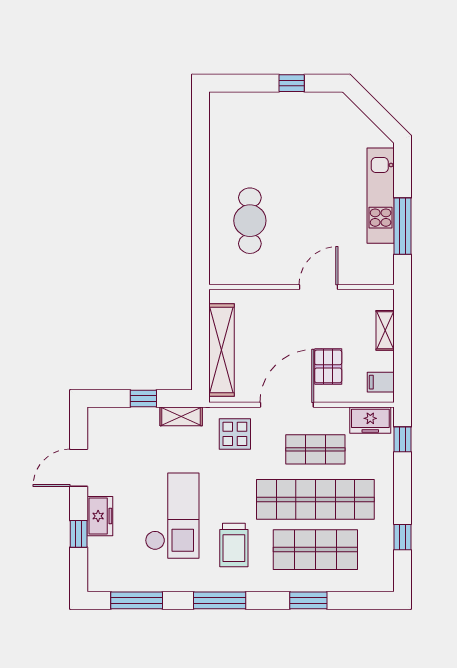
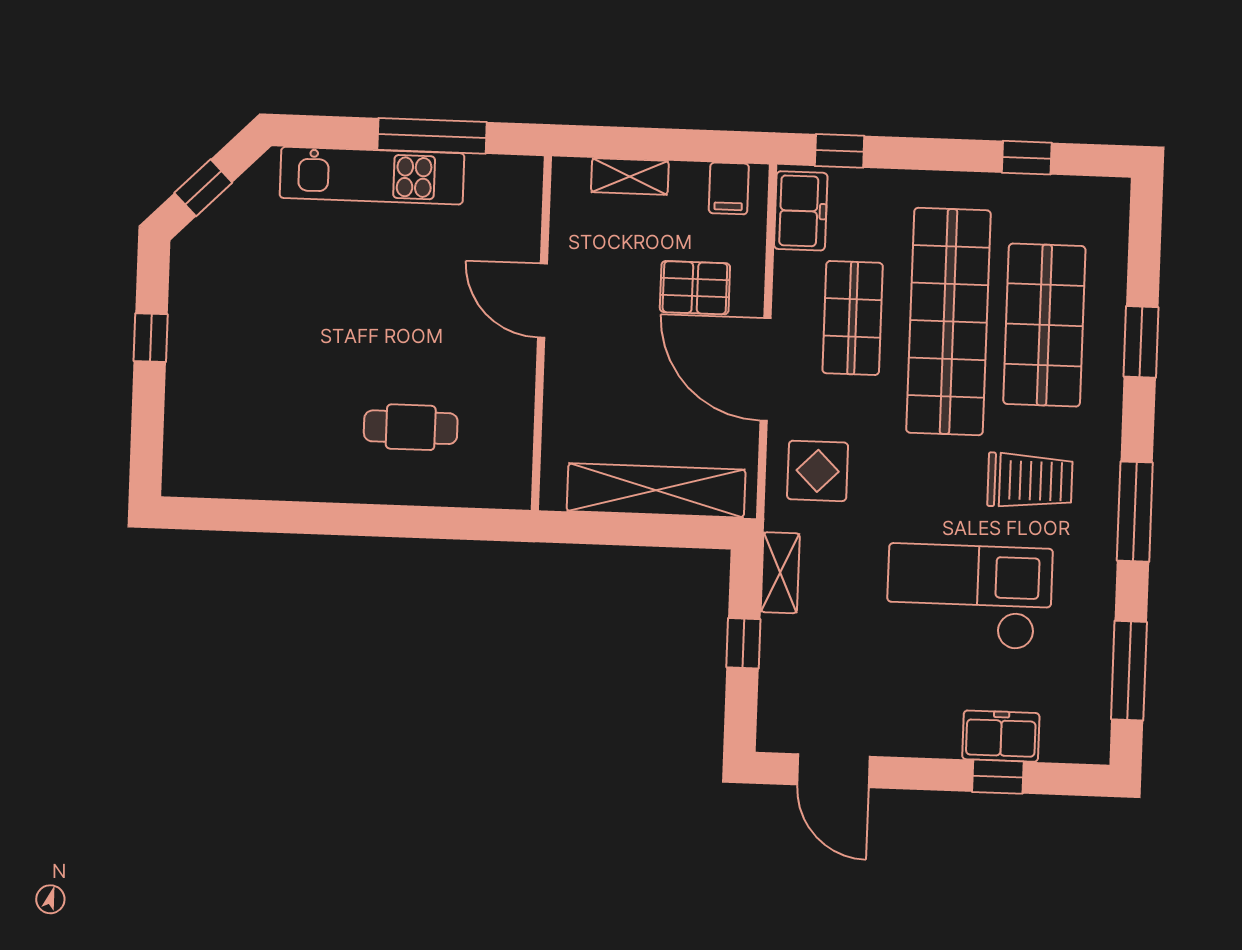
window: (371, 108) -> (203, 188), added
cafe table: (250, 221) -> (411, 427), width x0.73, depth x0.74
door: (79, 468) -> (833, 771), moved
freezer: (100, 516) -> (1001, 736), moved

